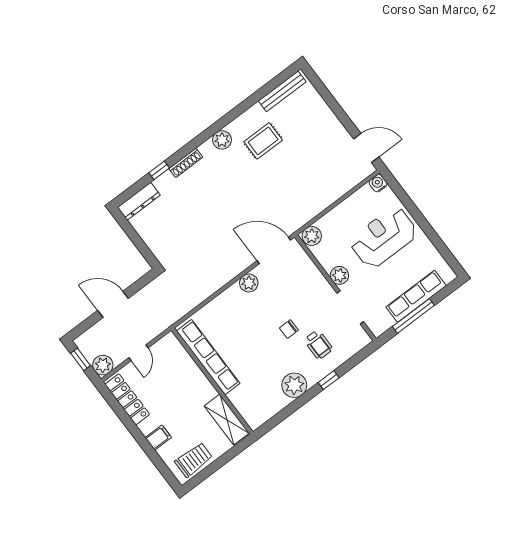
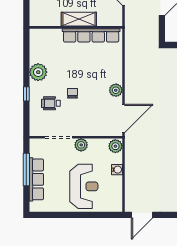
water cooler: (378, 183) -> (117, 170), moved
shelving: (227, 420) -> (79, 19), moved

